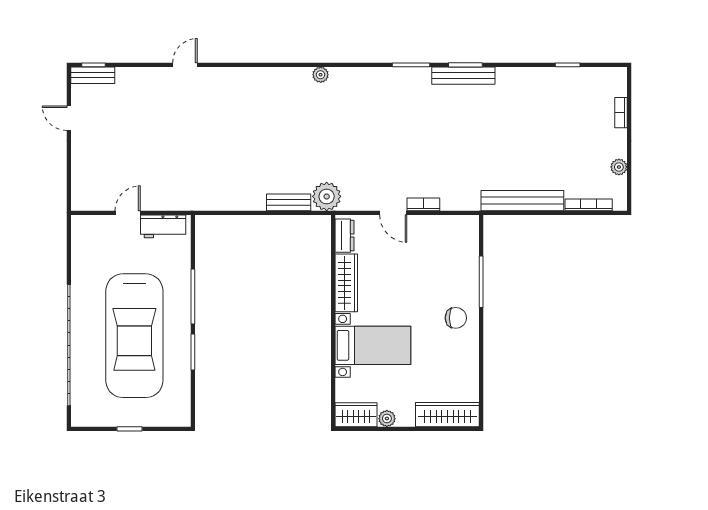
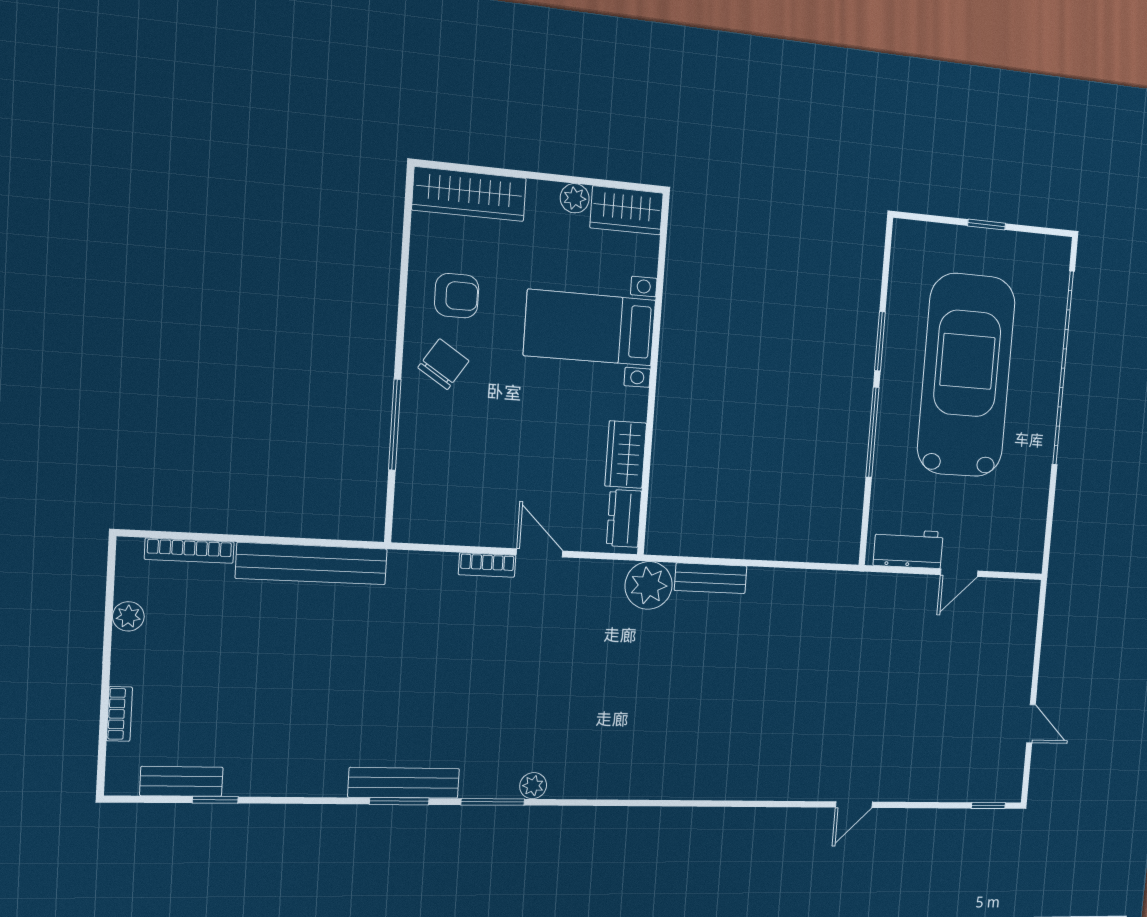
bench: (93, 75) -> (181, 781), moved
plant: (321, 75) -> (533, 786), moved
wardrobe: (346, 283) -> (626, 455), width x0.67
chair: (456, 318) -> (443, 364), turned 123
armchair: (451, 357) -> (457, 296), added

